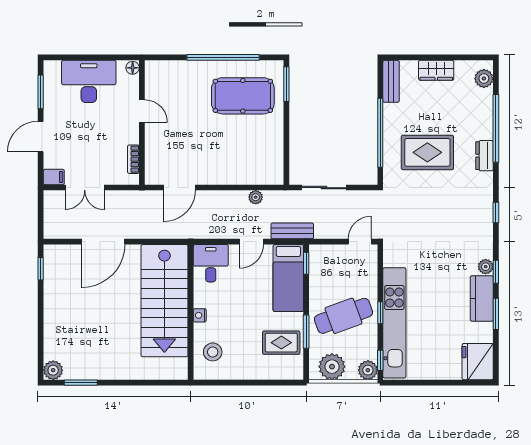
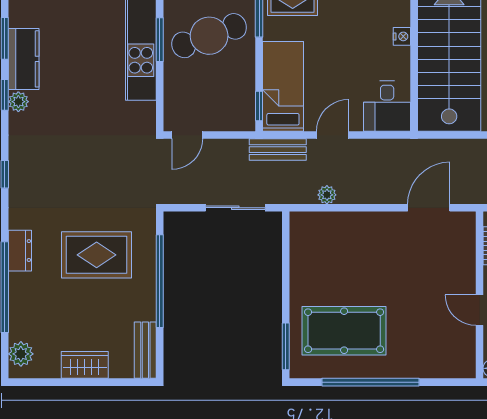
window: (380, 313) -> (160, 40), width x1.50

